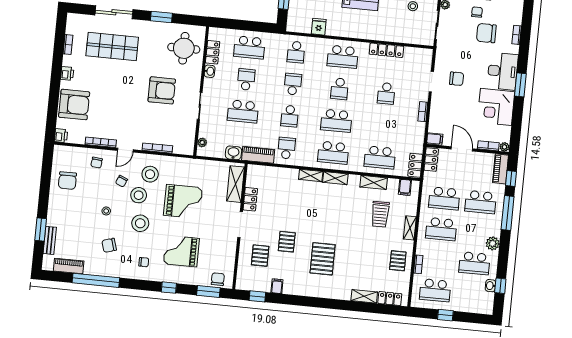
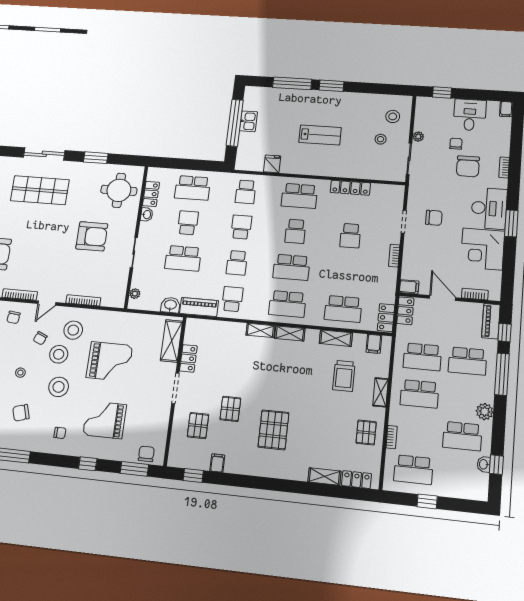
chair: (486, 33) -> (468, 166), turned -90
plant: (505, 147) -> (495, 295), removed

